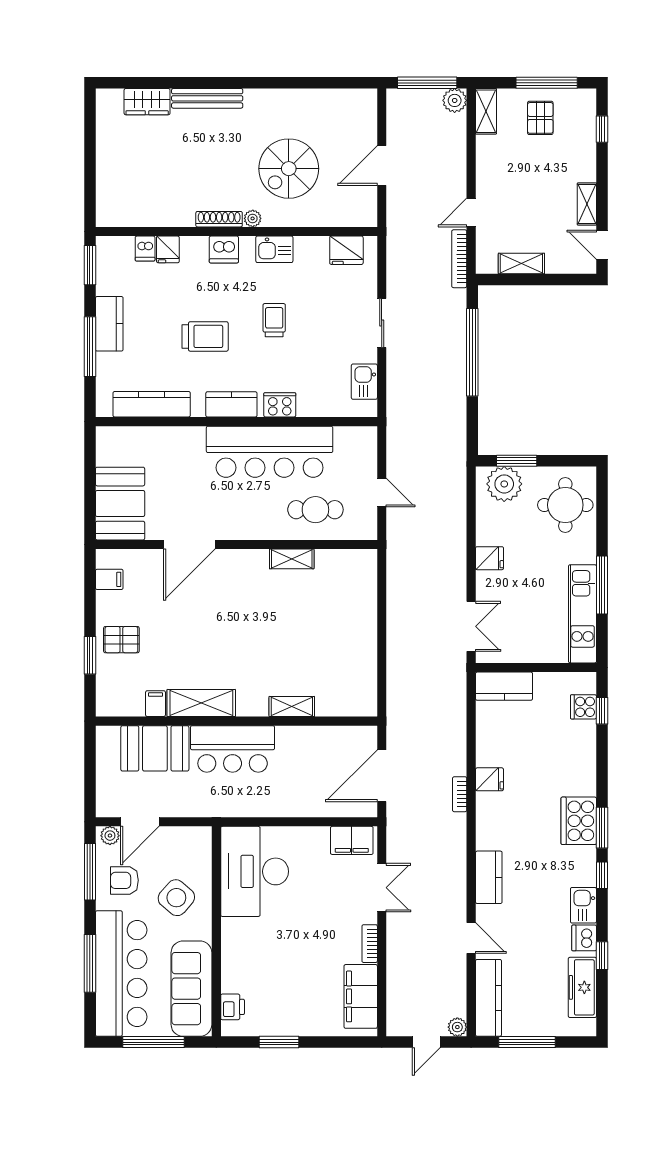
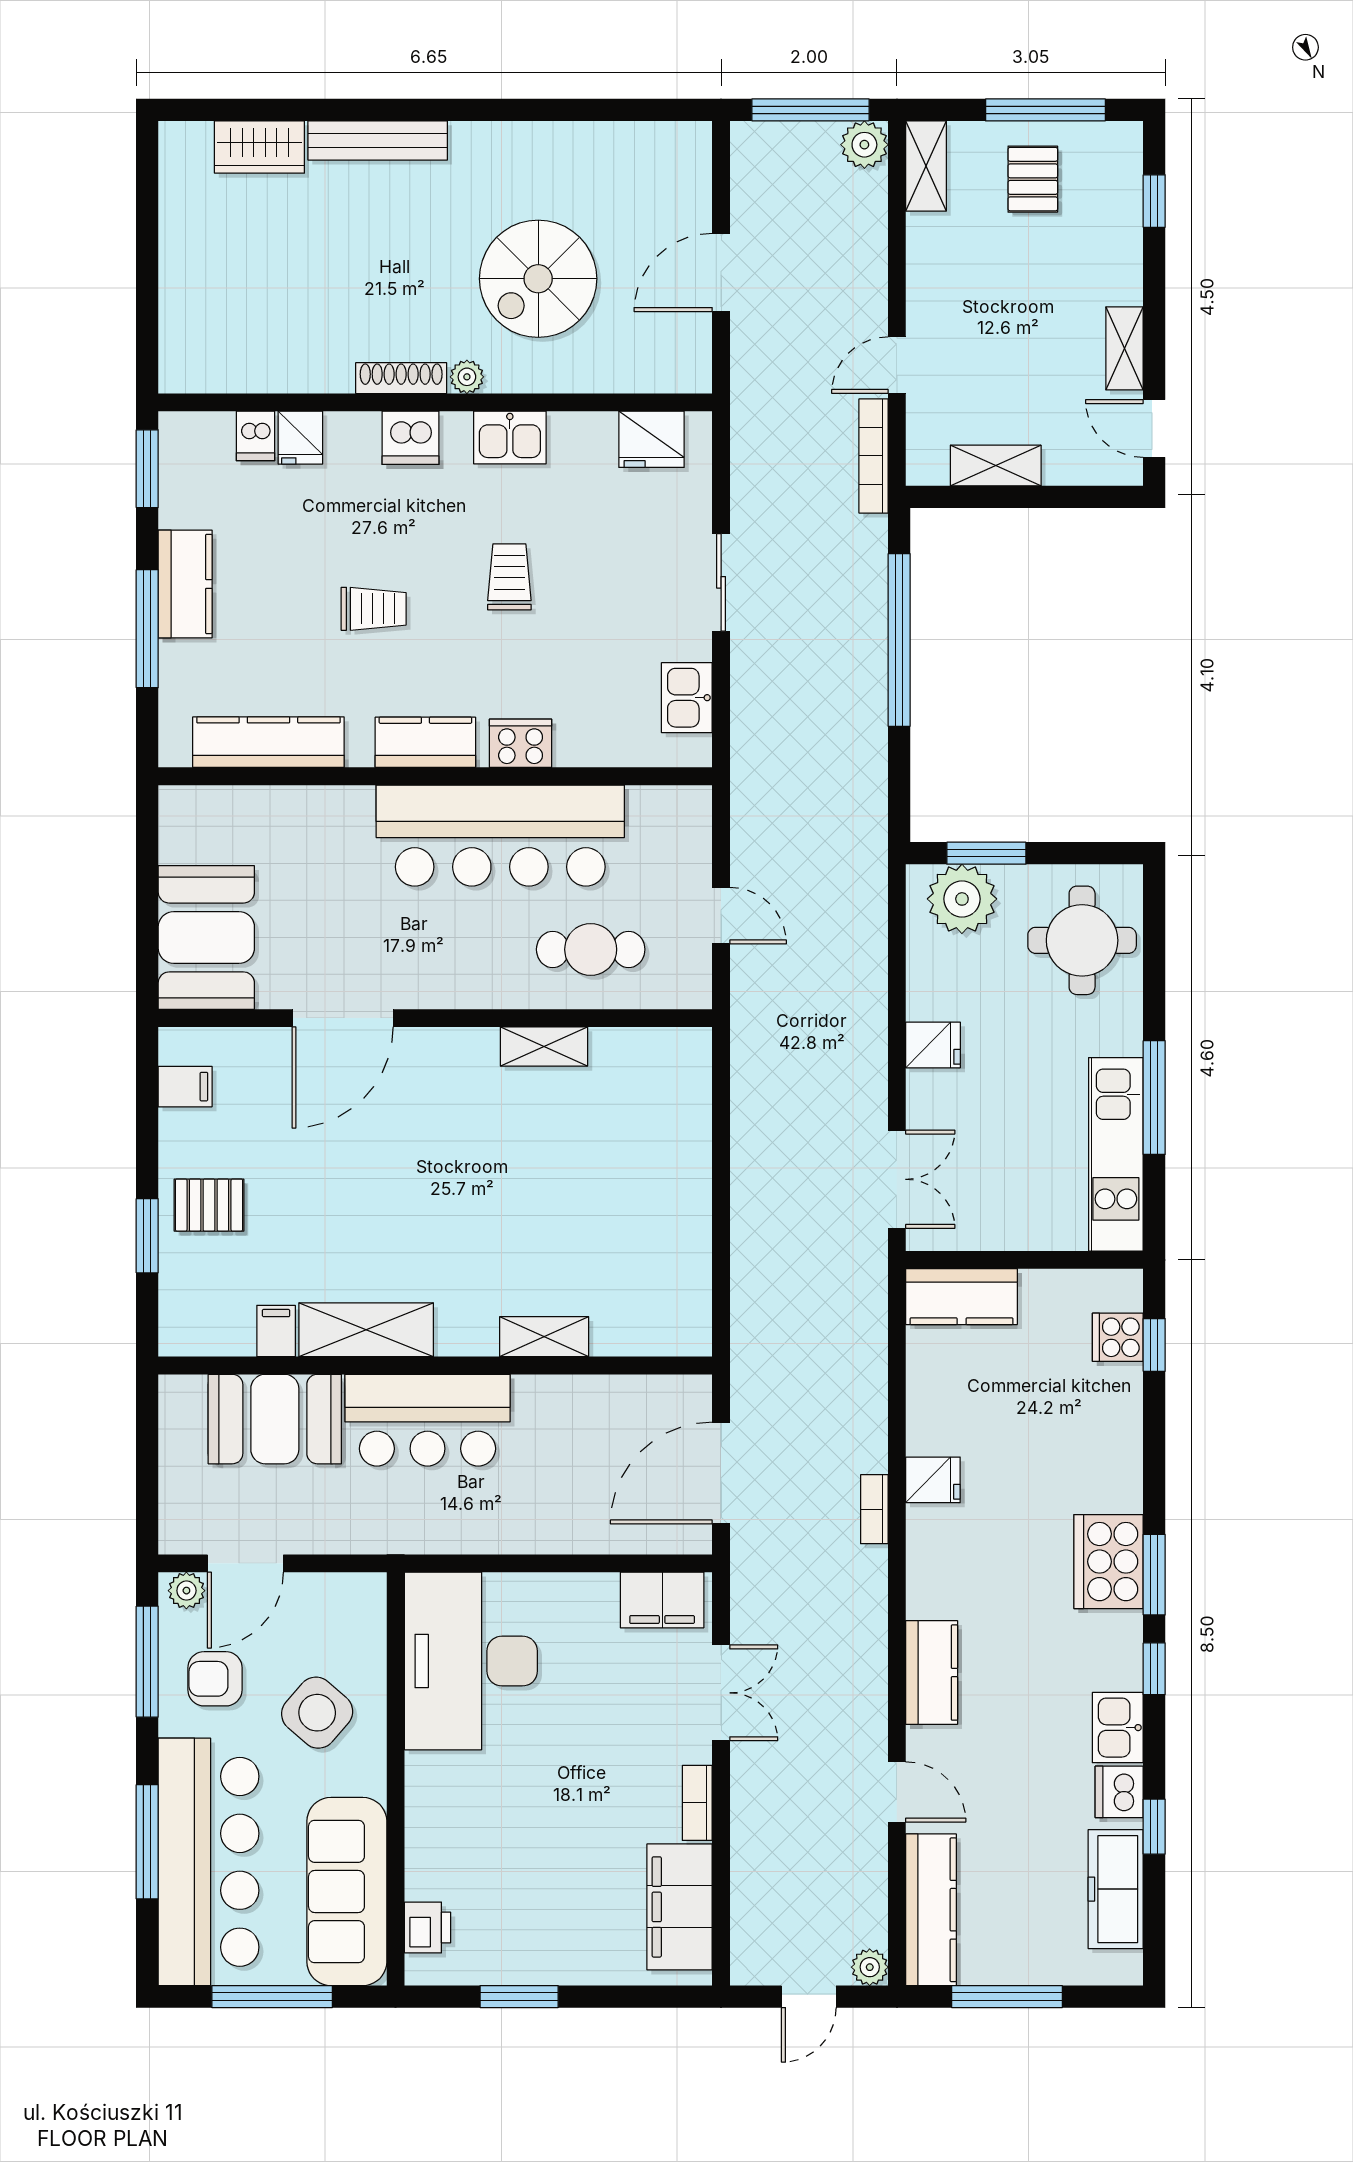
trolley: (205, 336) -> (374, 609), width x0.73, depth x0.72

